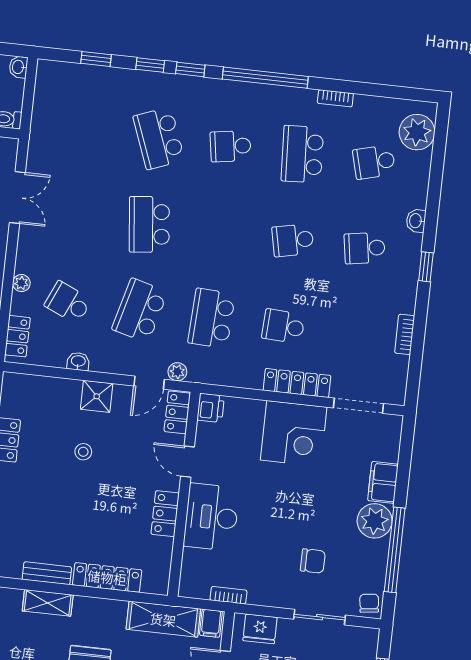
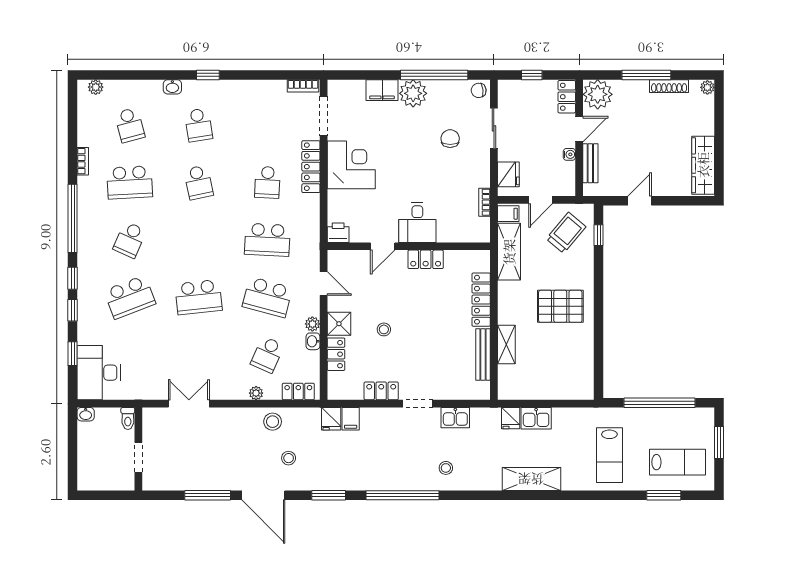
desk: (69, 89) -> (99, 373), added
plant: (417, 132) -> (96, 87), width x0.53, depth x0.53
school desk: (231, 146) -> (130, 240), turned 33
bookcase: (405, 334) -> (303, 86), moved
plant: (177, 372) -> (312, 324), moved
locker: (177, 412) -> (336, 354), moved, turned -90
desk: (211, 517) -> (417, 223), width x0.73
bench: (47, 573) -> (483, 355), width x1.36

